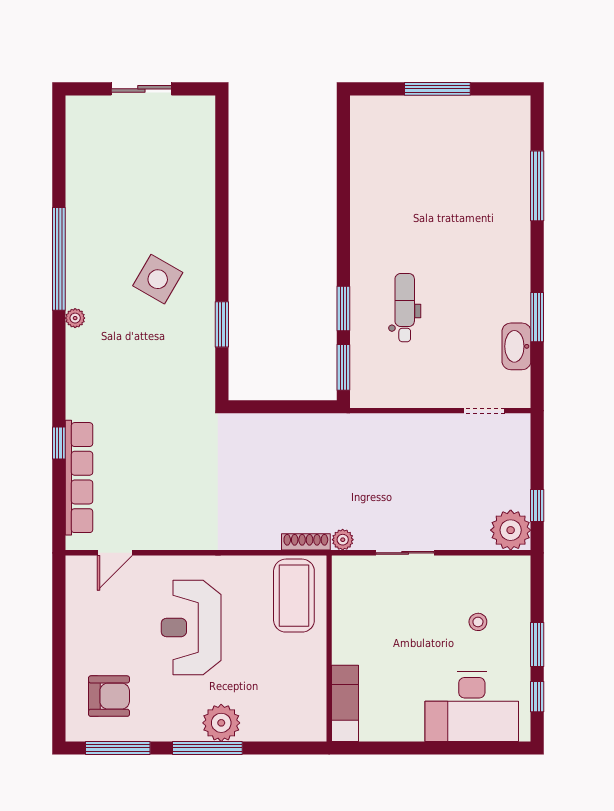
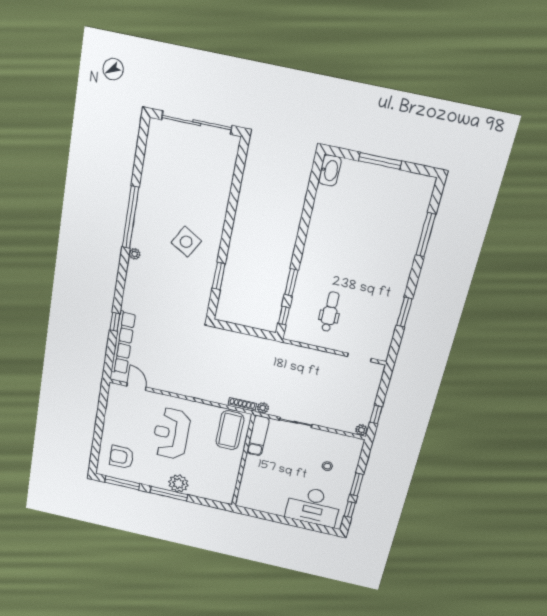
sliding door: (141, 89) -> (197, 123), width x1.86
dental chair: (405, 308) -> (330, 312), moved
washbasin: (516, 346) -> (330, 170), moved, turned 180
window: (343, 367) -> (284, 316), width x0.67
plant: (511, 530) -> (361, 430), width x0.53, depth x0.53
door: (115, 553) -> (136, 387), swing flipped
armchair: (109, 696) -> (122, 457), turned 180
exam couch: (345, 703) -> (258, 436), moved

